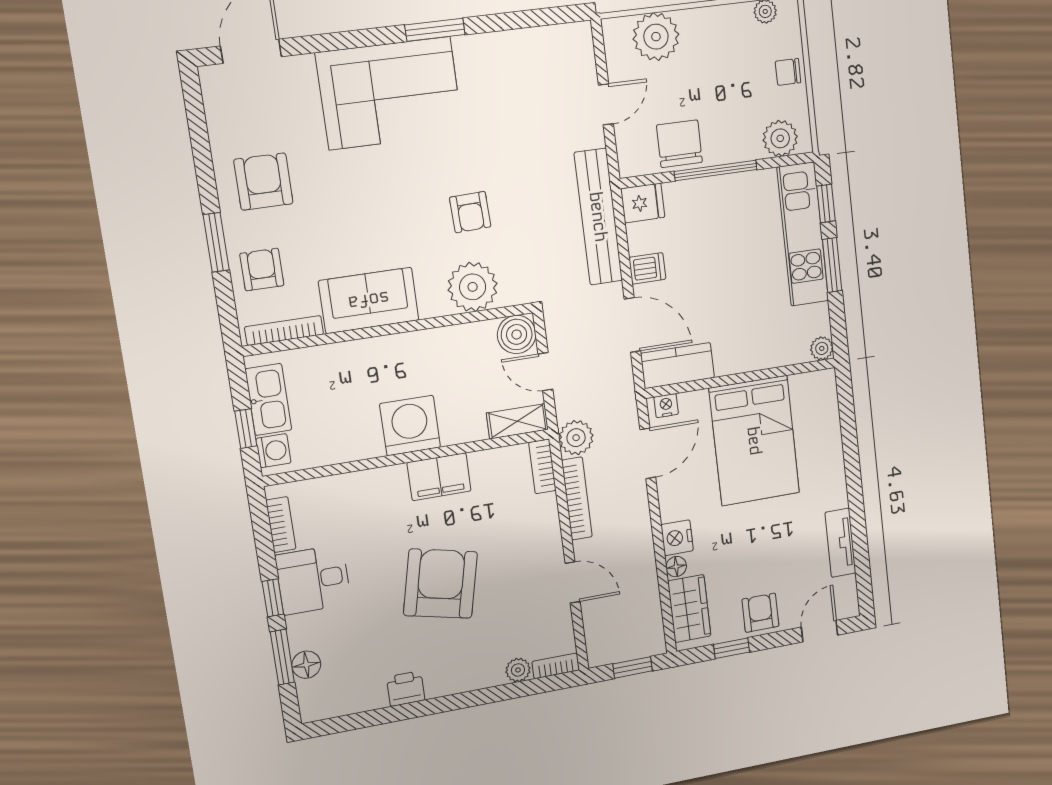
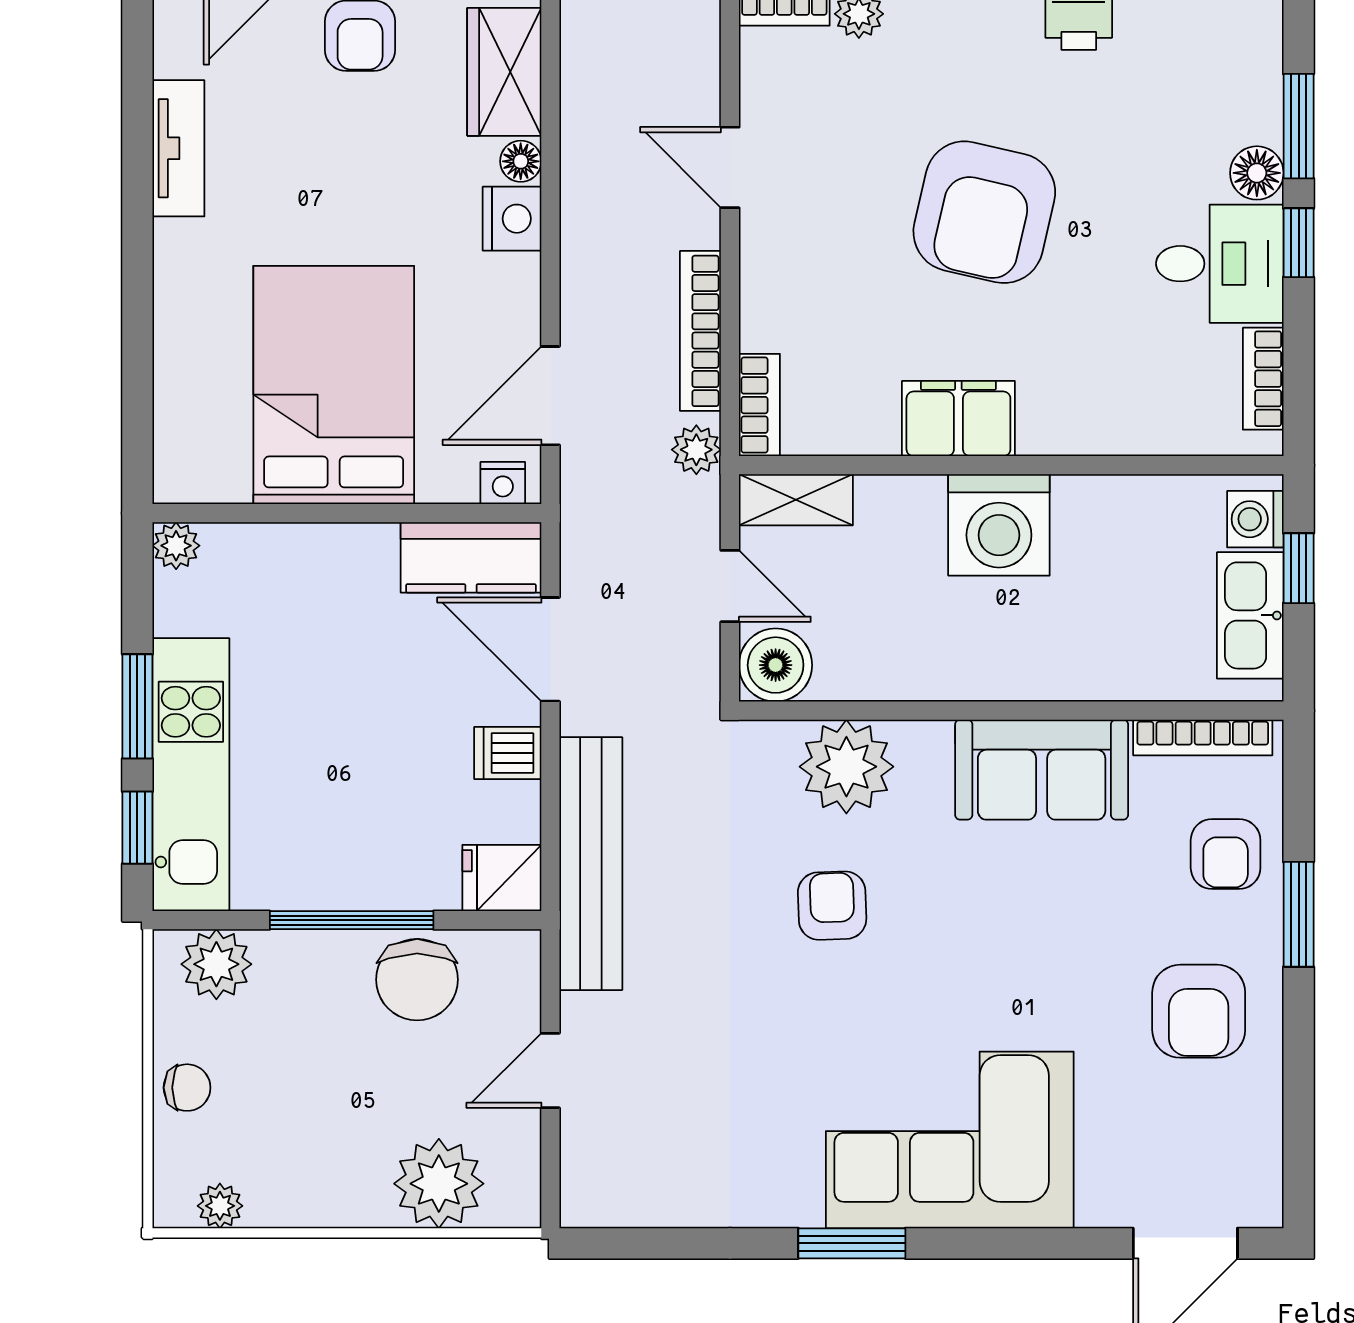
plant: (576, 438) -> (696, 450), width x0.73, depth x0.73
floor lamp: (306, 665) -> (1257, 173), moved

